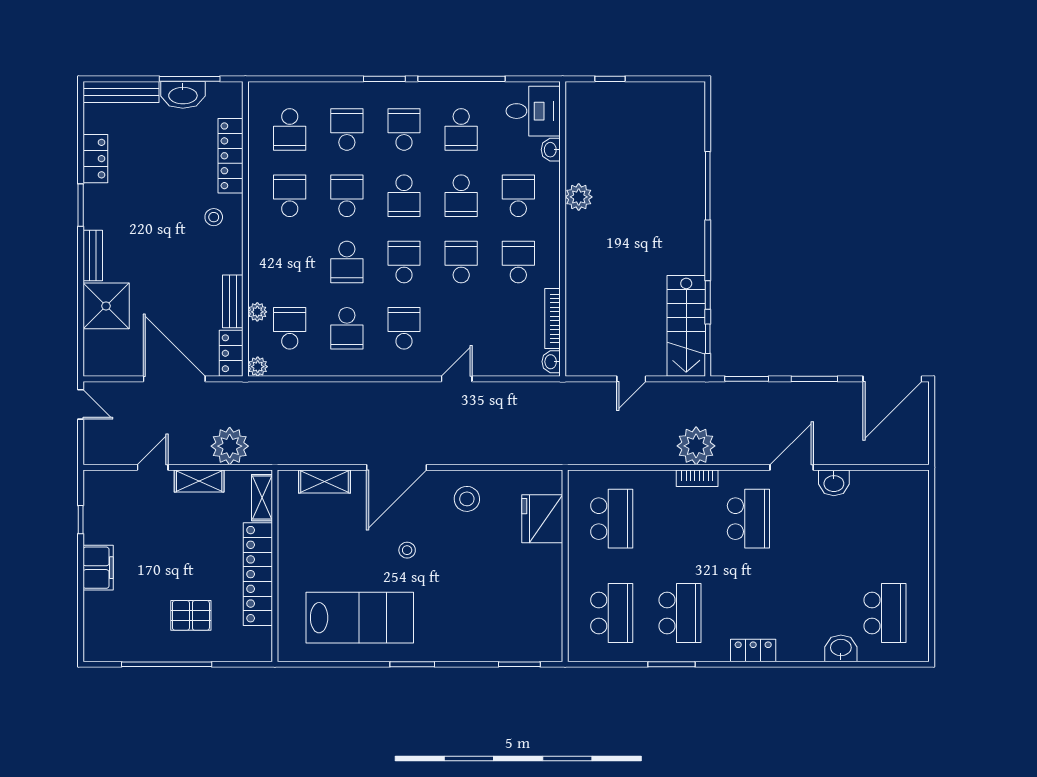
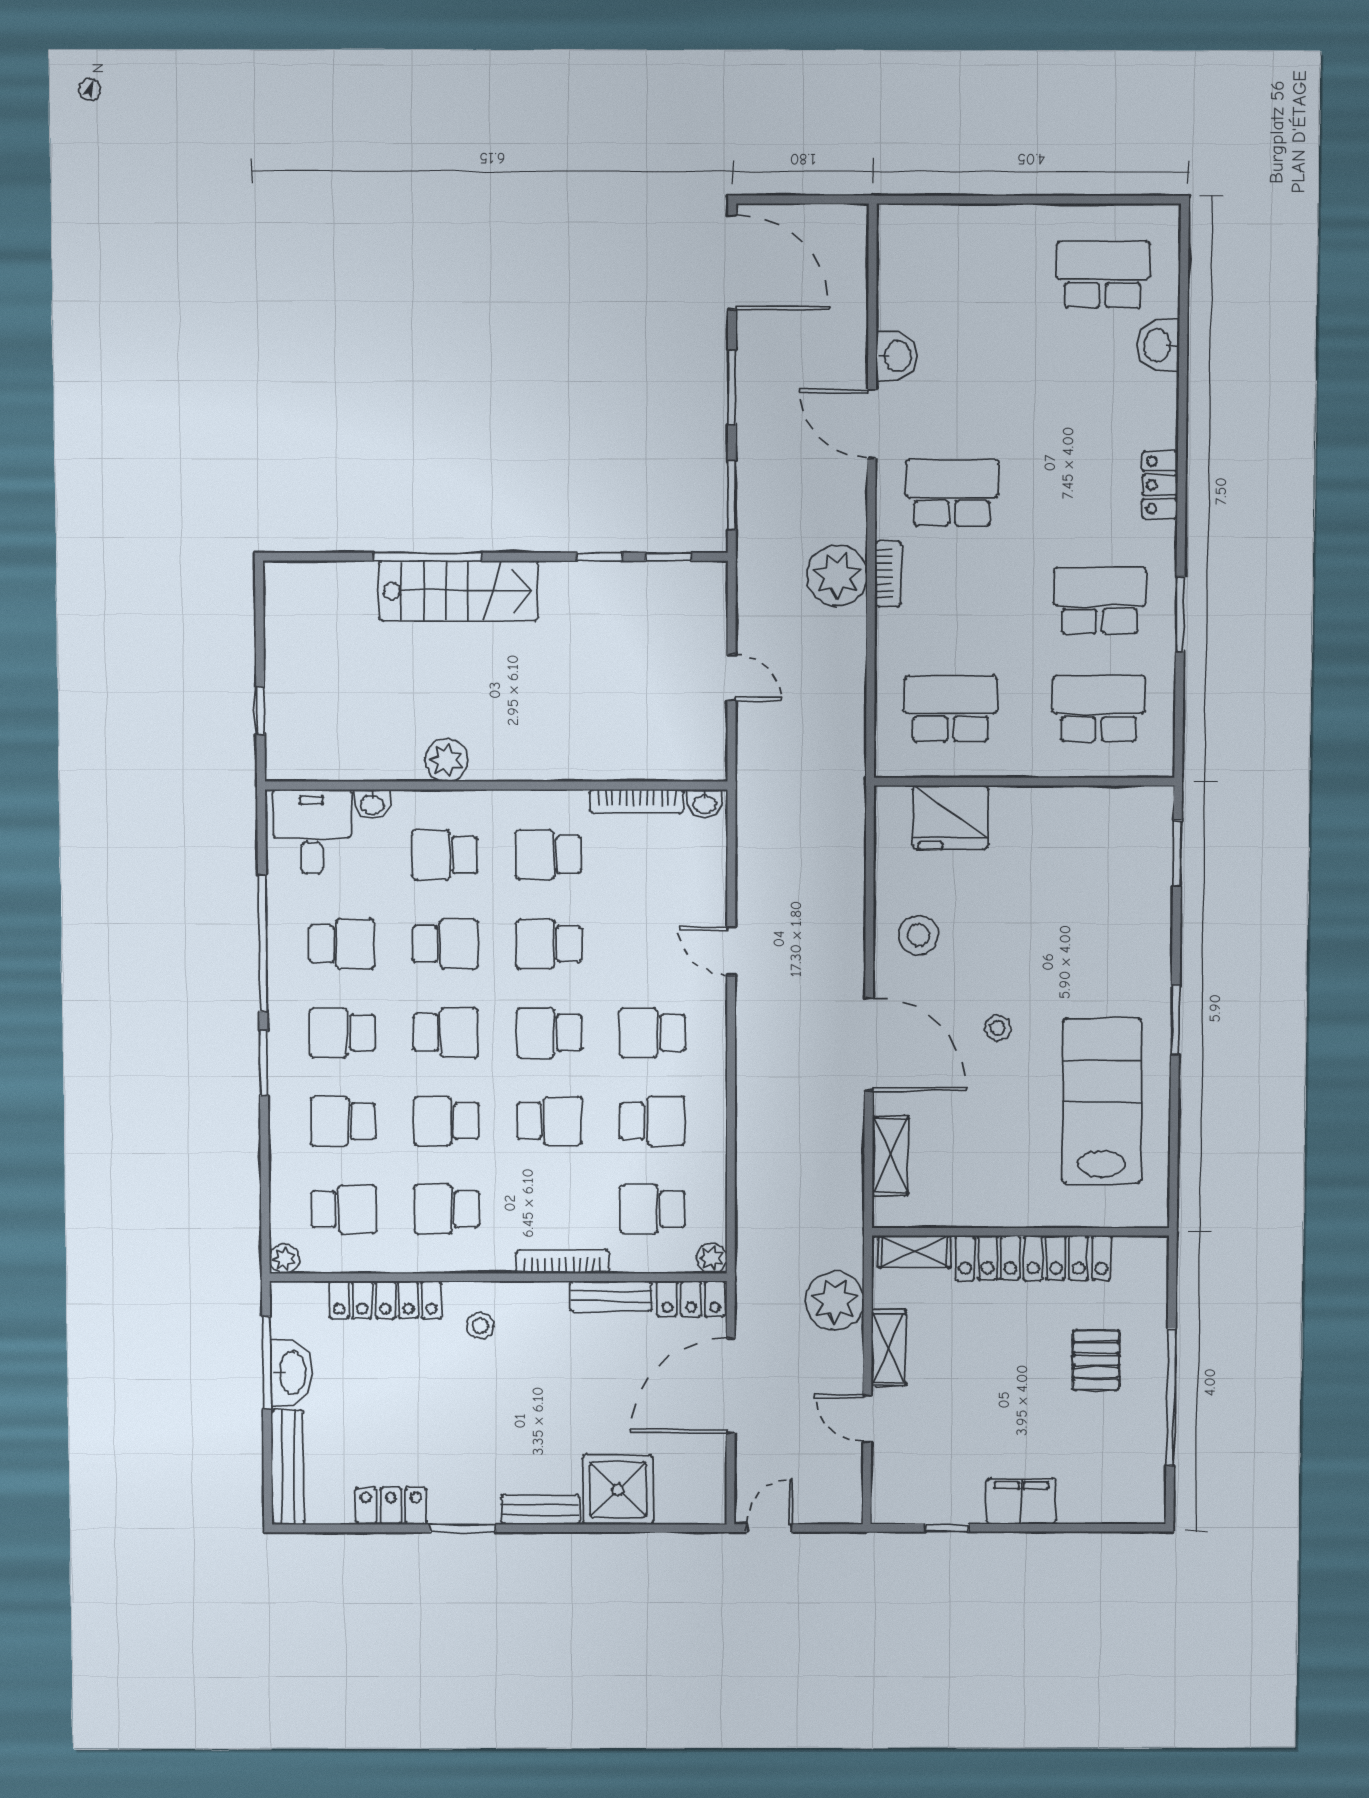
bookcase: (256, 270) -> (563, 1262), added
plant: (257, 312) -> (284, 1259), moved
stairs: (686, 326) -> (458, 591), moved

